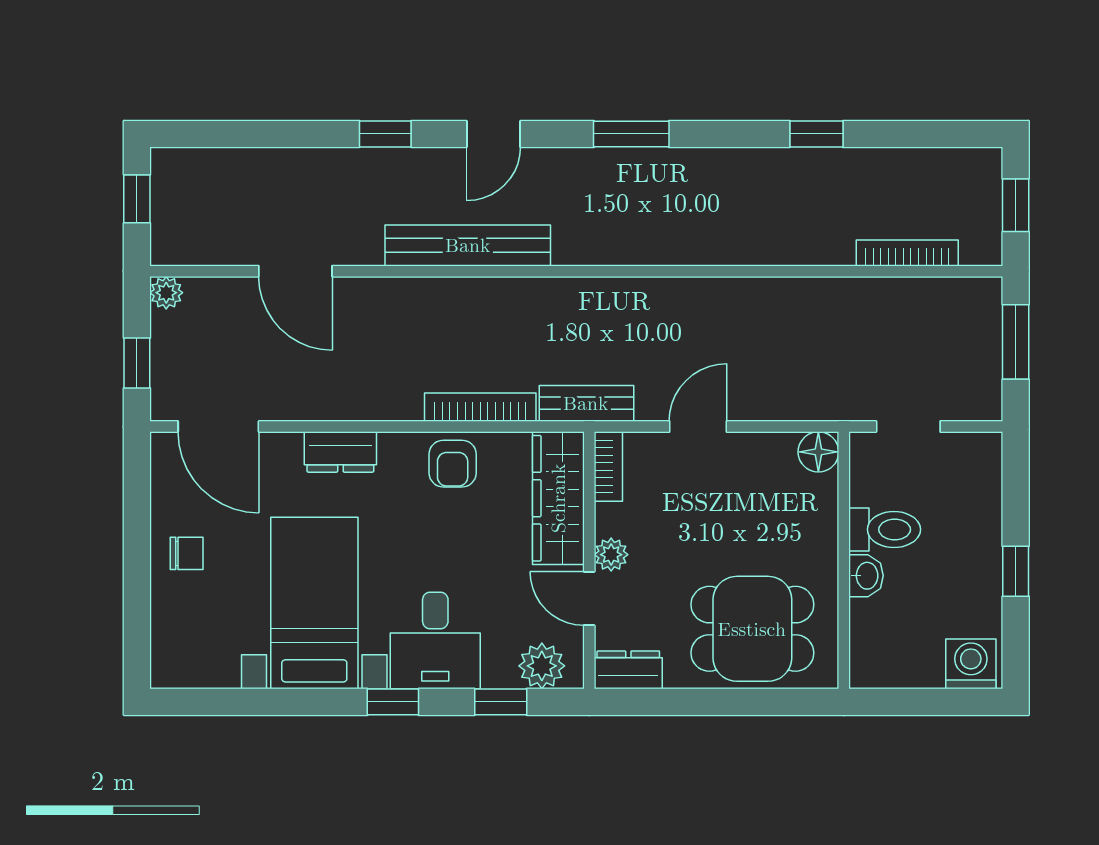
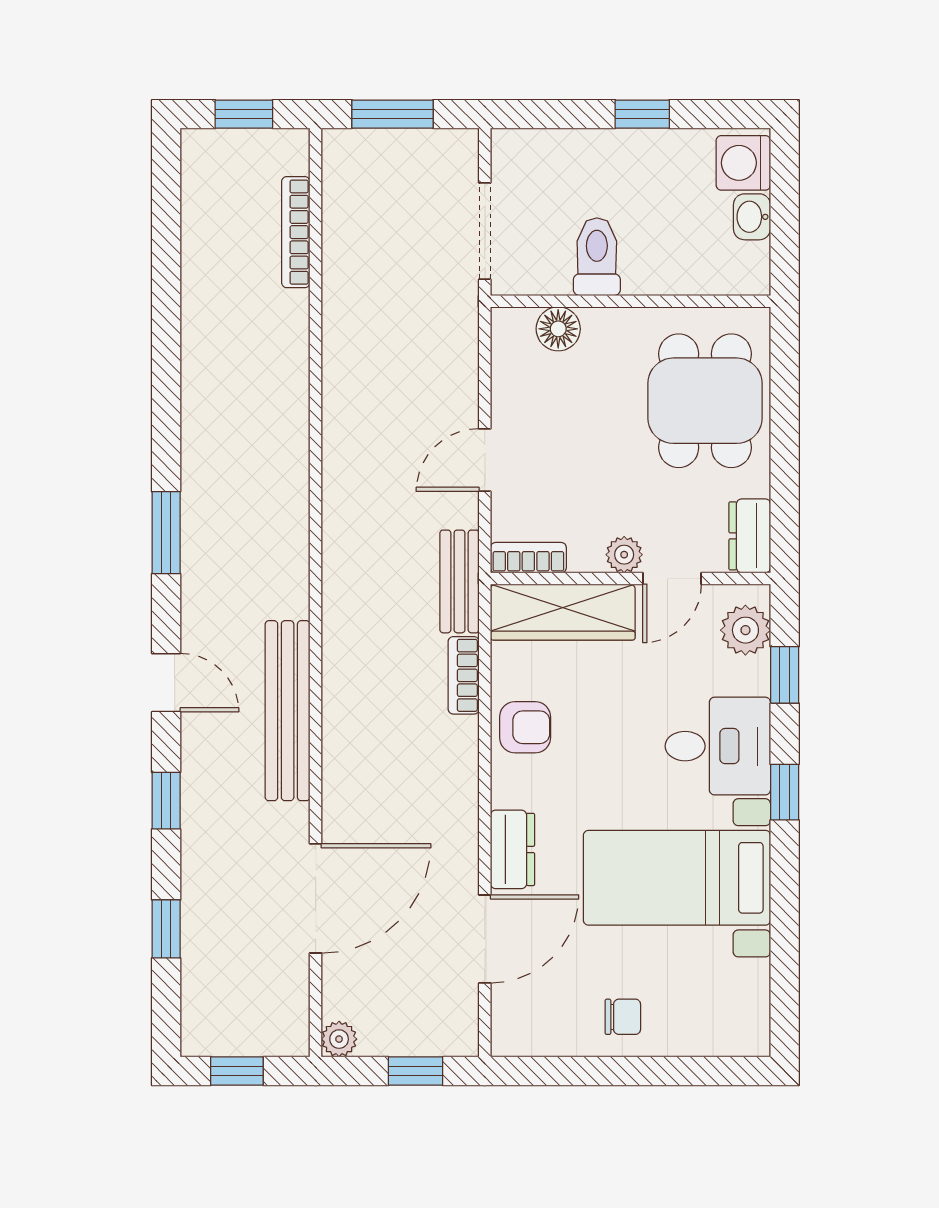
window: (816, 134) -> (166, 929), moved
door: (295, 271) -> (316, 898), width x1.36
bookcase: (480, 407) -> (464, 675), width x0.64
door: (218, 427) -> (485, 939), moved
door: (698, 427) -> (485, 460), hinge flipped
doorway: (908, 427) -> (485, 231), width x1.38
floor lamp: (818, 452) -> (558, 329), moved
chair: (187, 553) -> (623, 1017), turned 90
washbasin: (866, 576) -> (752, 217), moved, turned -90

